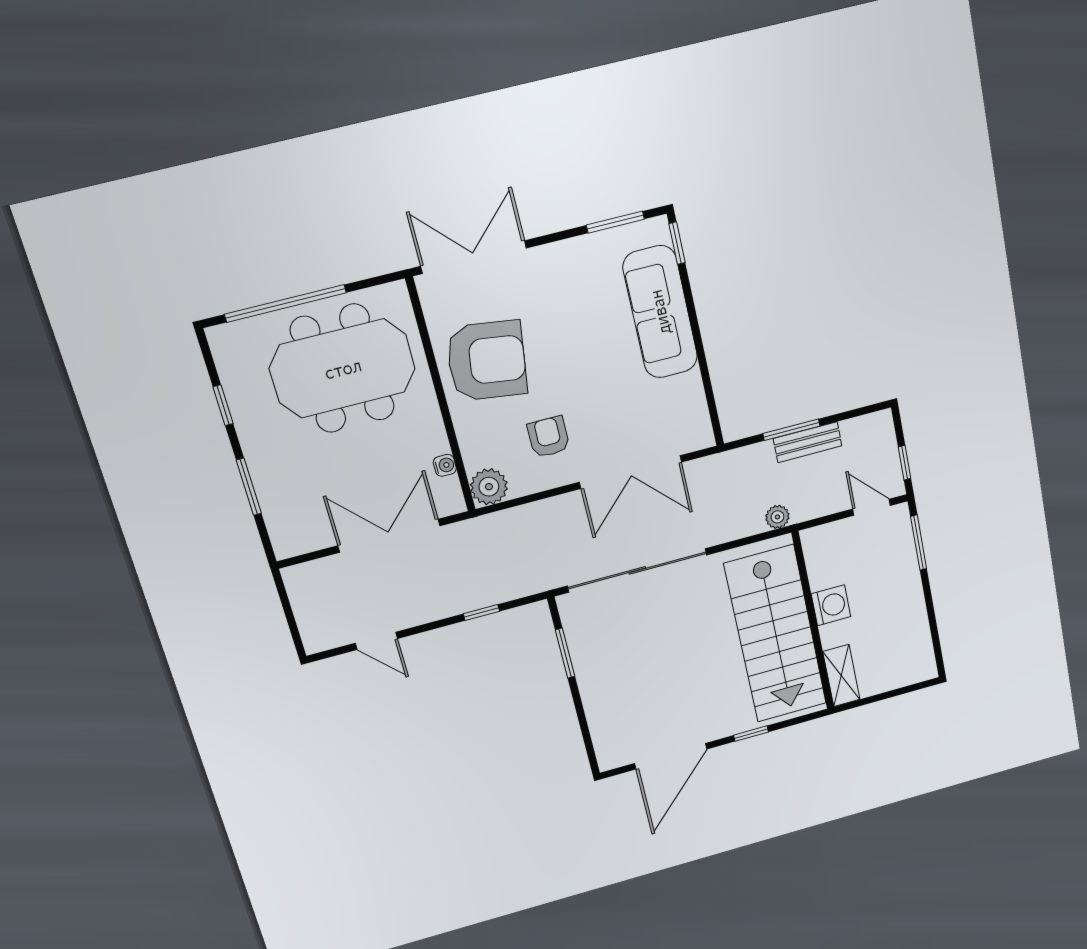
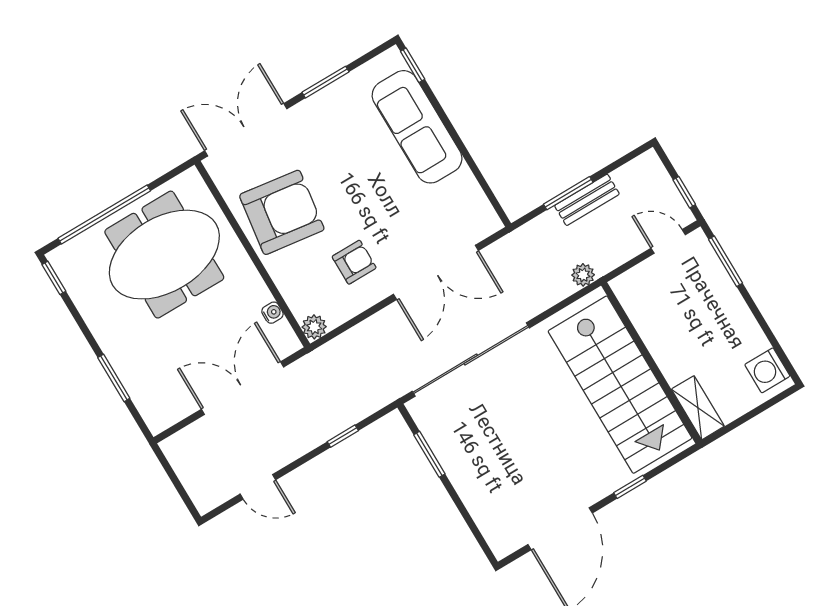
window: (615, 222) -> (325, 82), moved
window: (223, 405) -> (54, 278), moved
armchair: (548, 437) -> (354, 262), turned 90
plant: (489, 487) -> (314, 327), width x0.73, depth x0.73
washing machine: (831, 605) -> (767, 370), moved, turned 180

